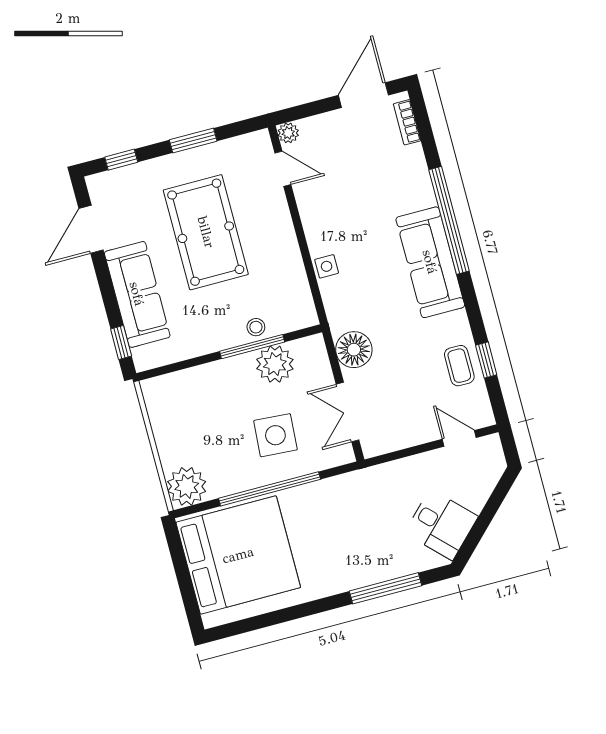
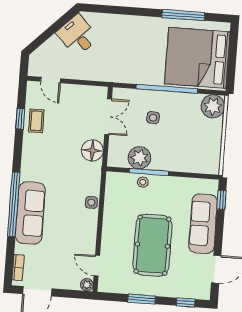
sofa: (430, 262) -> (30, 213), moved
side table: (275, 435) -> (153, 118), width x0.54, depth x0.54
window: (385, 588) -> (183, 15), moved

